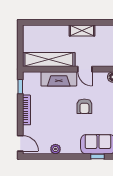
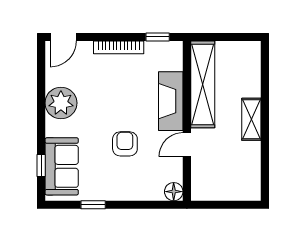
shelving: (82, 30) -> (251, 119), moved
armchair: (84, 106) -> (125, 144), turned 90
plant: (55, 149) -> (61, 103), width x1.88, depth x1.88

